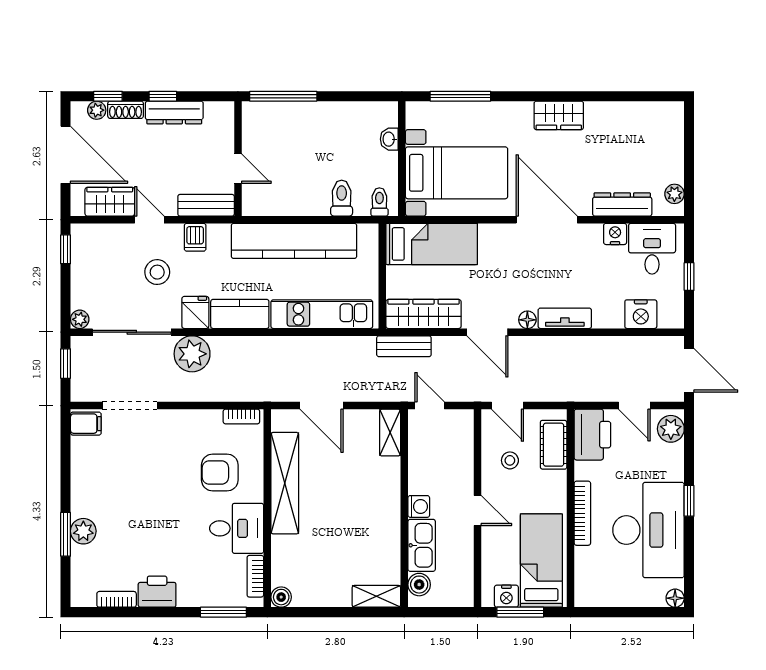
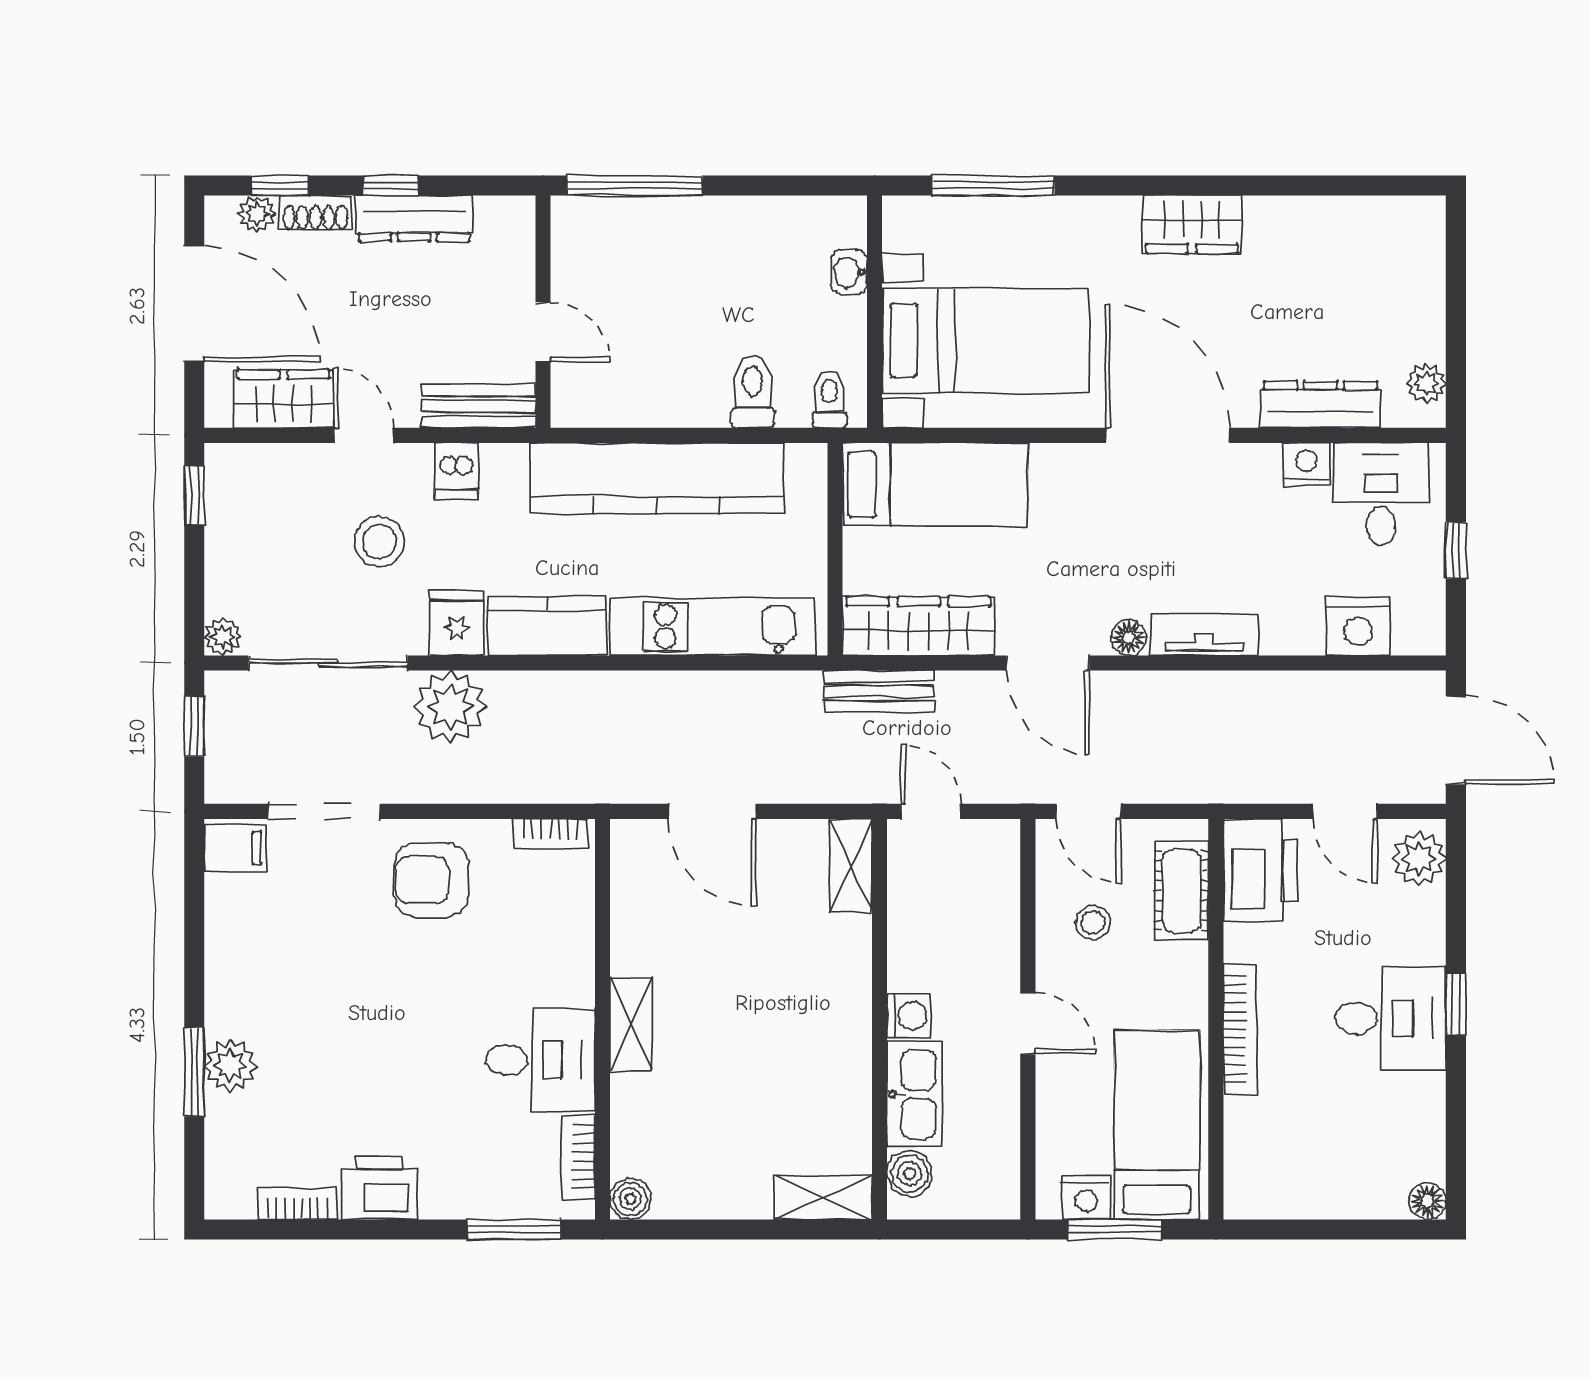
armchair: (220, 473) -> (431, 880), moved
shelving: (285, 483) -> (631, 1024), width x0.45, depth x0.75
desk: (648, 530) -> (1390, 1018), width x0.53, depth x0.77

